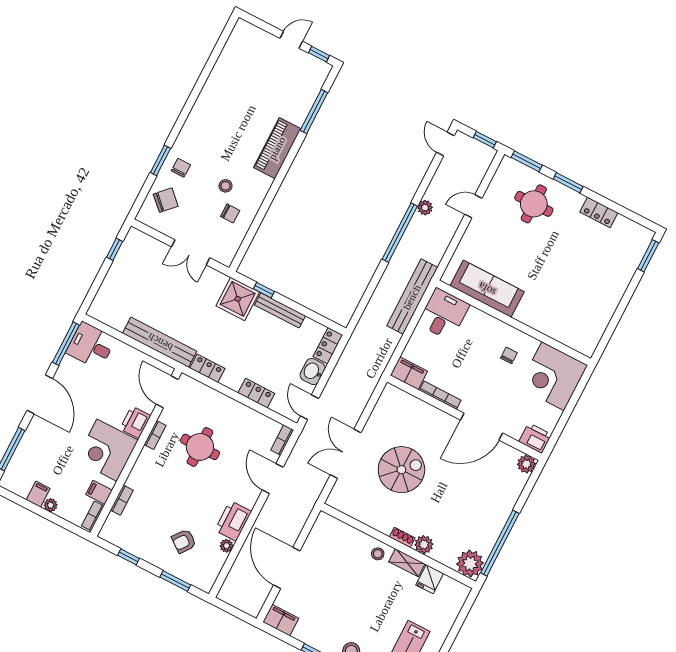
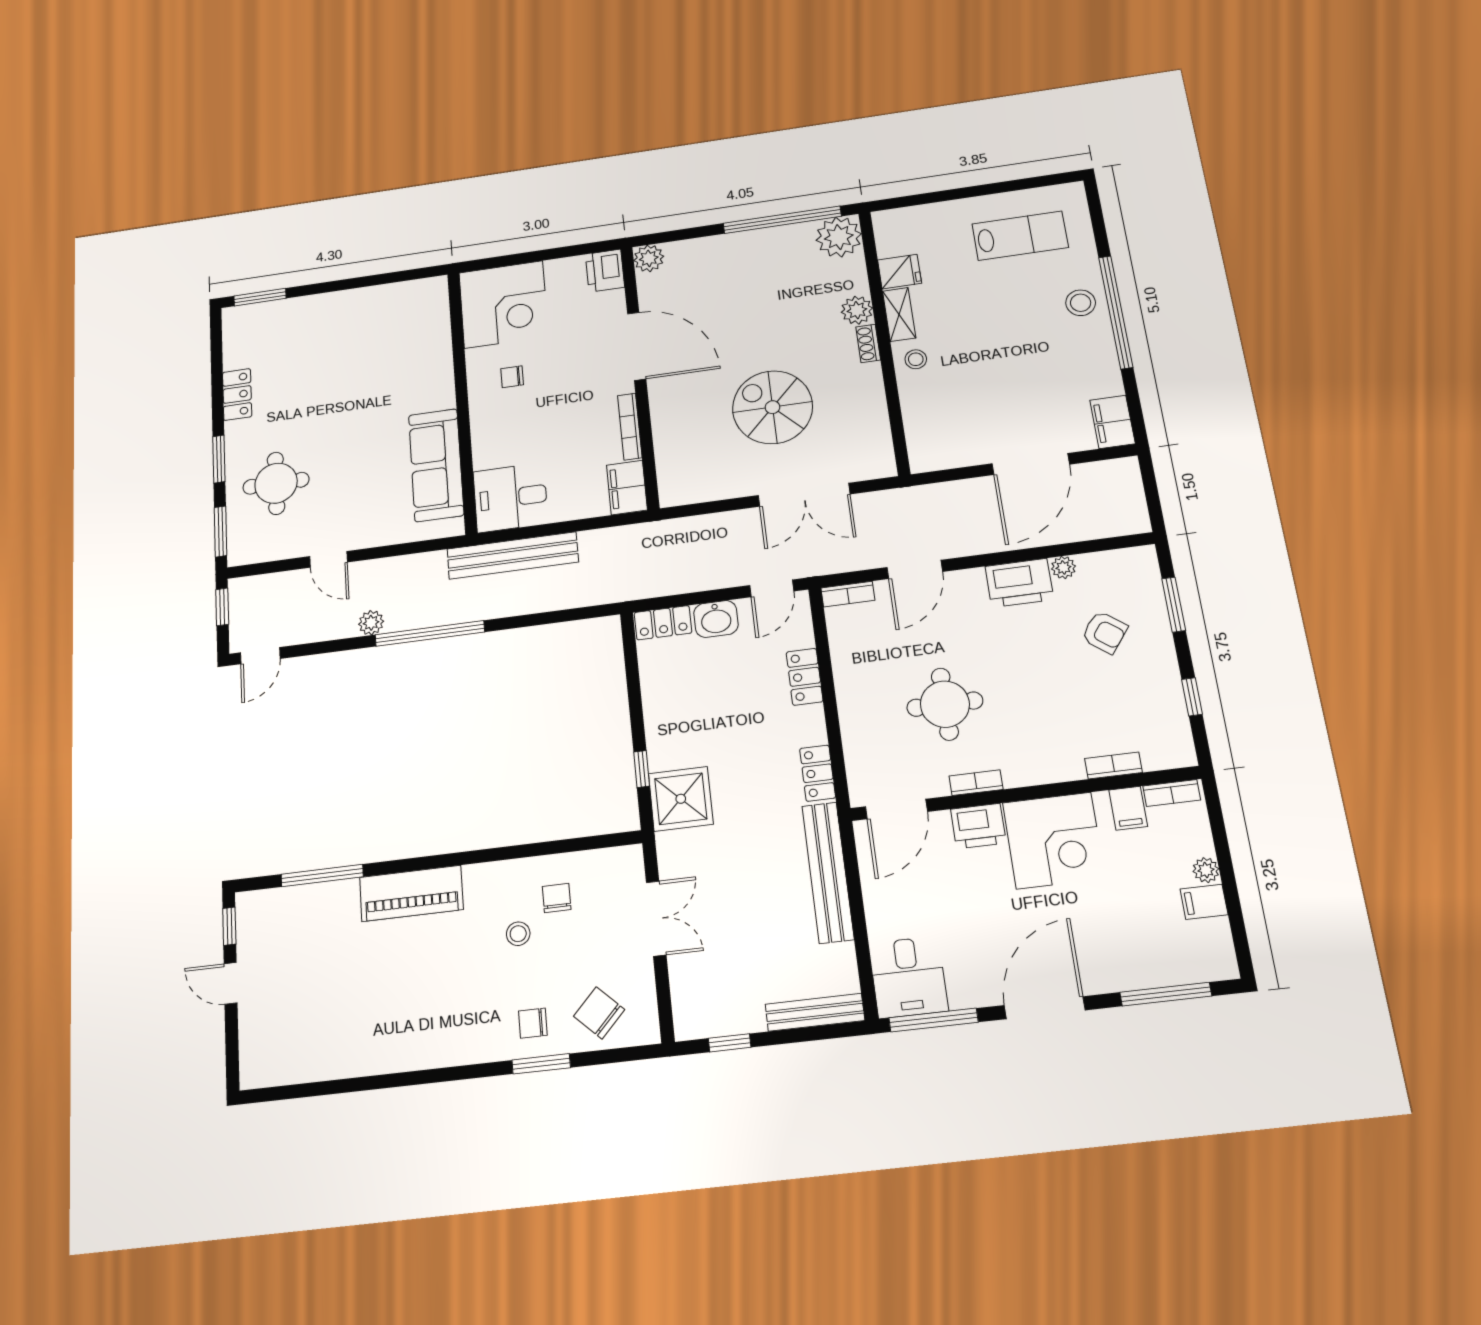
bench: (280, 310) -> (815, 1012), moved, turned 90

